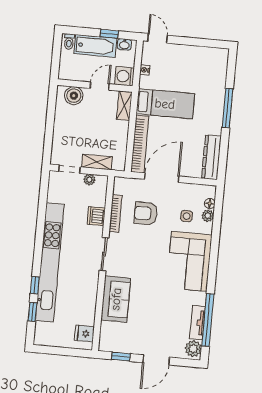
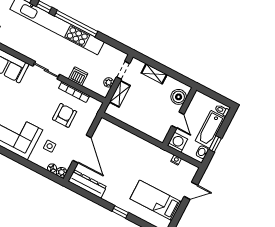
door: (157, 38) -> (191, 191), moved
bed: (165, 104) -> (156, 200), moved, turned 90
shelving: (124, 106) -> (154, 74), moved
window: (228, 108) -> (120, 212), width x0.46
bookcase: (140, 144) -> (120, 133), removed
door: (162, 178) -> (82, 149), moved
plant: (208, 216) -> (62, 172), moved
window: (39, 242) -> (76, 24), added

